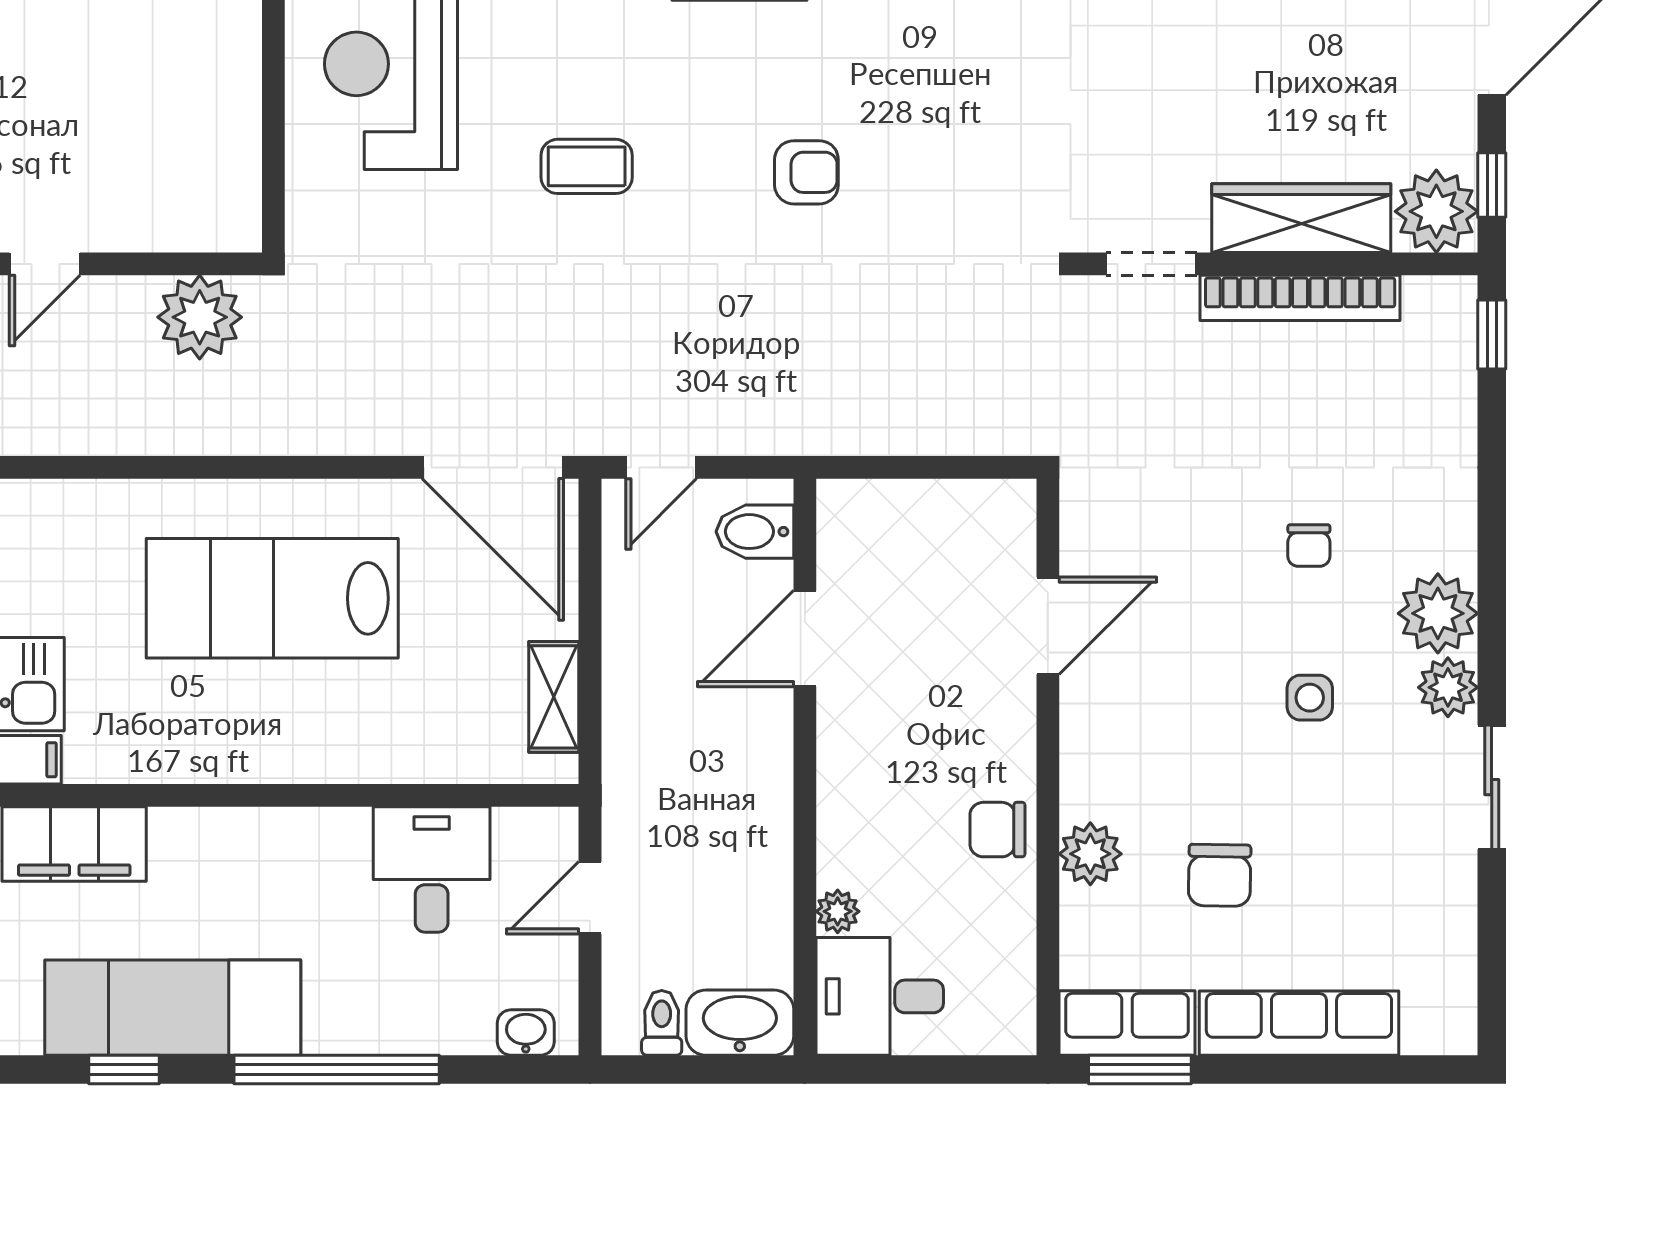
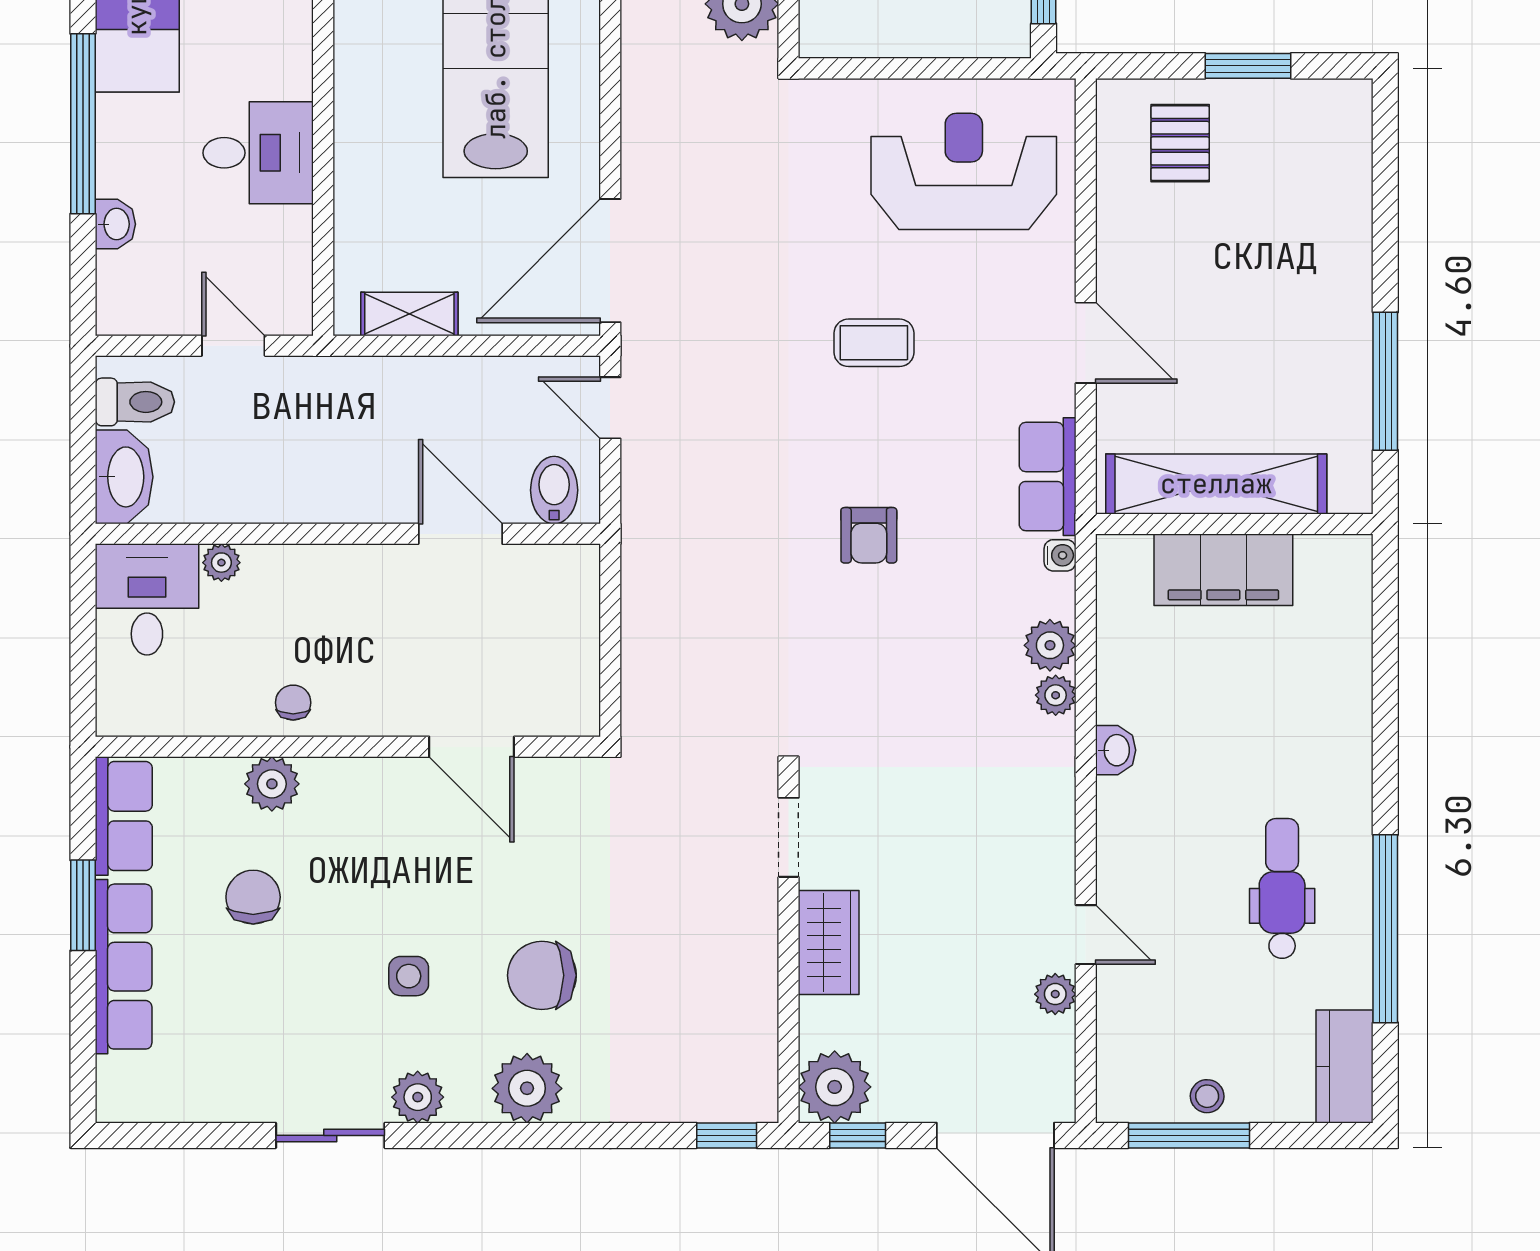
coffee table: (587, 166) -> (874, 343), turned 90
wardrobe: (1301, 218) -> (829, 943), width x0.67
bookcase: (1300, 298) -> (759, 968), removed
chair: (1309, 545) -> (542, 975), width x1.87, depth x1.87
plant: (1438, 613) -> (527, 1088), moved
chair: (997, 830) -> (293, 703), width x0.73, depth x0.73
desk: (432, 869) -> (258, 153), moved
chair: (1220, 875) -> (253, 897), turned 89
toilet: (662, 1023) -> (135, 402), width x1.37, depth x1.39
washbasin: (526, 1032) -> (115, 224), moved
window: (1140, 1070) -> (83, 905), moved

